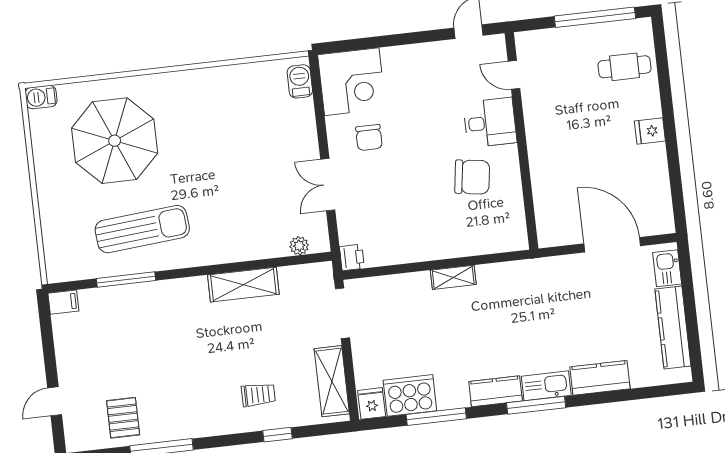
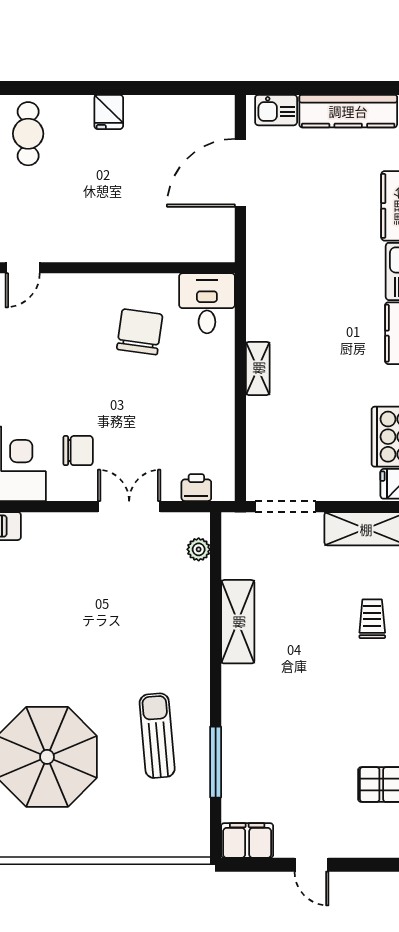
desk: (490, 123) -> (207, 303), moved
double door: (328, 185) -> (129, 507), swing flipped
sun lounger: (142, 229) -> (157, 736), width x0.73, depth x0.75
printer: (352, 257) -> (196, 488), moved
filing cabinet: (63, 302) -> (247, 840), width x2.00
door: (55, 401) -> (312, 865), moved

